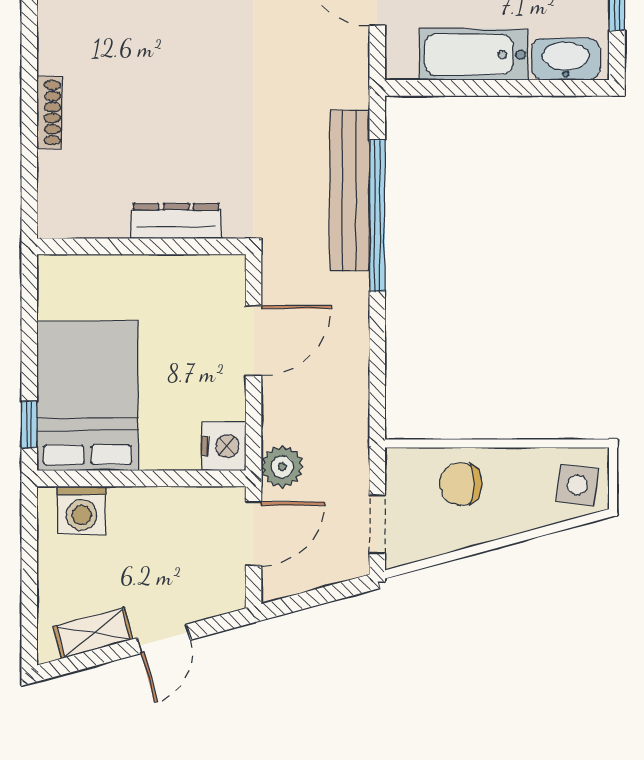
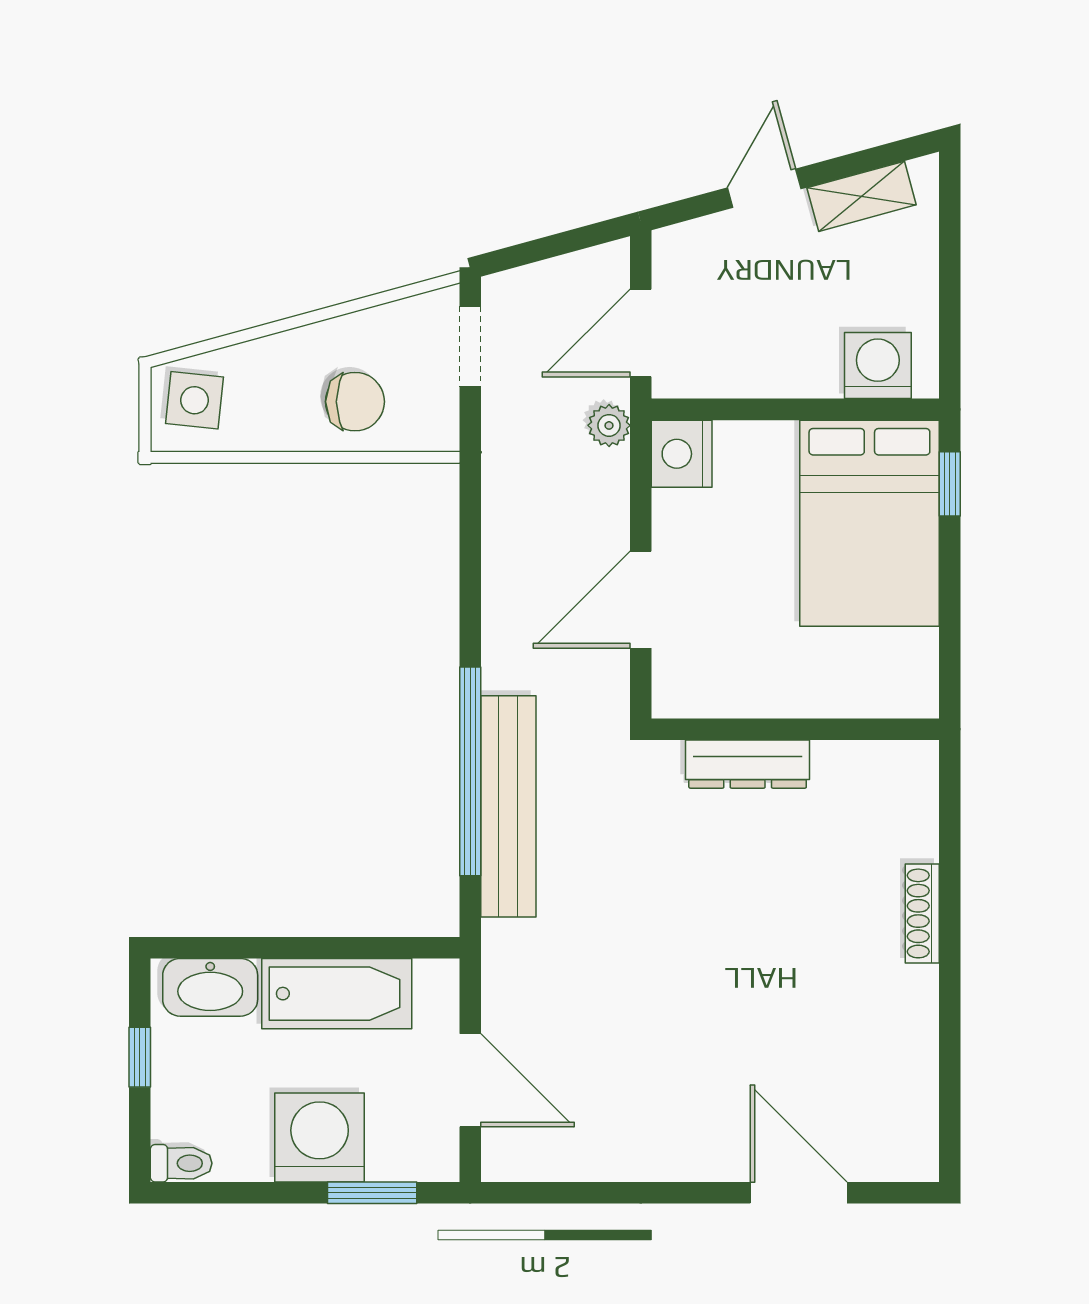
plant: (282, 467) -> (609, 425), width x0.73, depth x0.73

